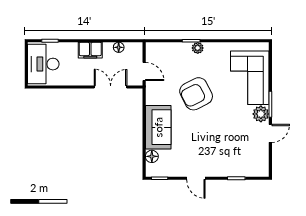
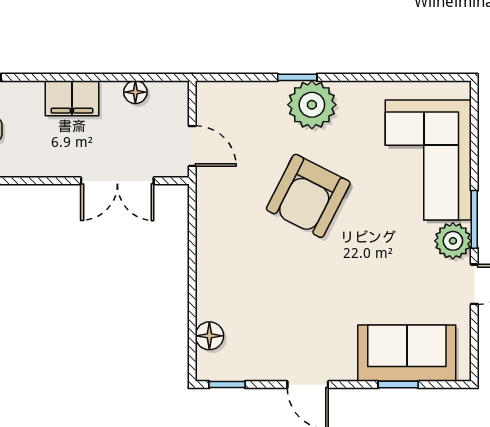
plant: (198, 48) -> (312, 105), width x1.88, depth x1.88
double door: (111, 87) -> (117, 181), swing flipped
armchair: (196, 94) -> (308, 196), turned -36
sofa: (158, 127) -> (407, 353), moved, turned -90

